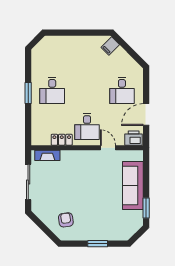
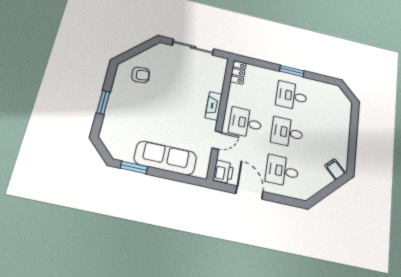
desk: (87, 90) -> (287, 132), added
locker: (62, 140) -> (238, 72), moved
fireplace: (47, 155) -> (214, 106), moved

